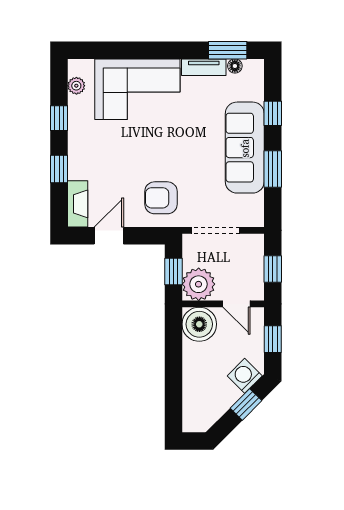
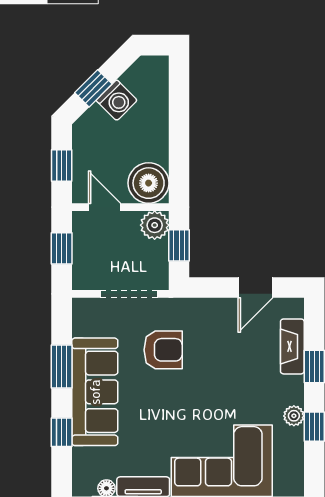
plant: (76, 86) -> (294, 416), moved
armchair: (161, 198) -> (163, 350), moved
fireplace: (78, 204) -> (292, 346), moved
plant: (199, 284) -> (155, 225), width x0.73, depth x0.73
washing machine: (245, 376) -> (117, 100), moved

